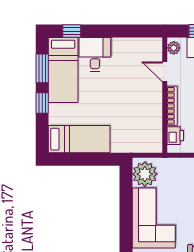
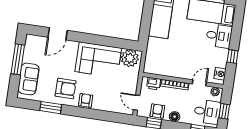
window: (72, 31) -> (233, 56), moved
nightstand: (147, 45) -> (220, 74), added

